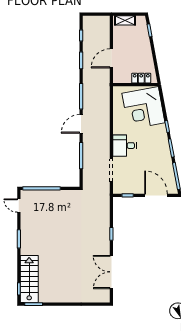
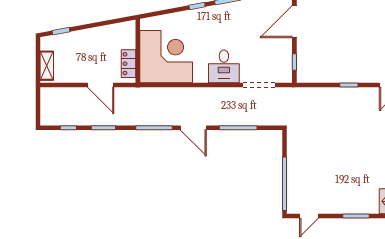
locker: (141, 78) -> (128, 64), moved
corner desk: (143, 108) -> (166, 57), moved, turned -80

